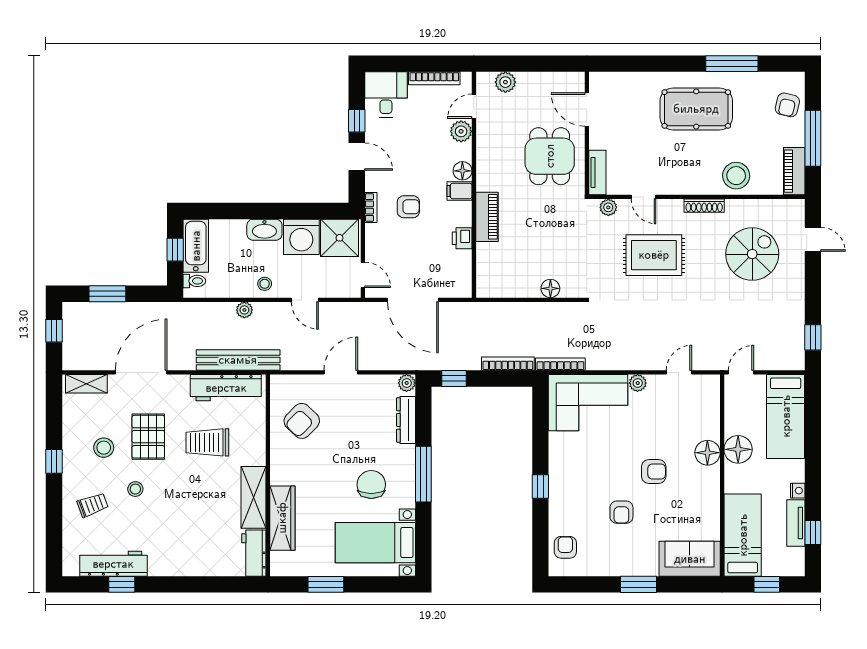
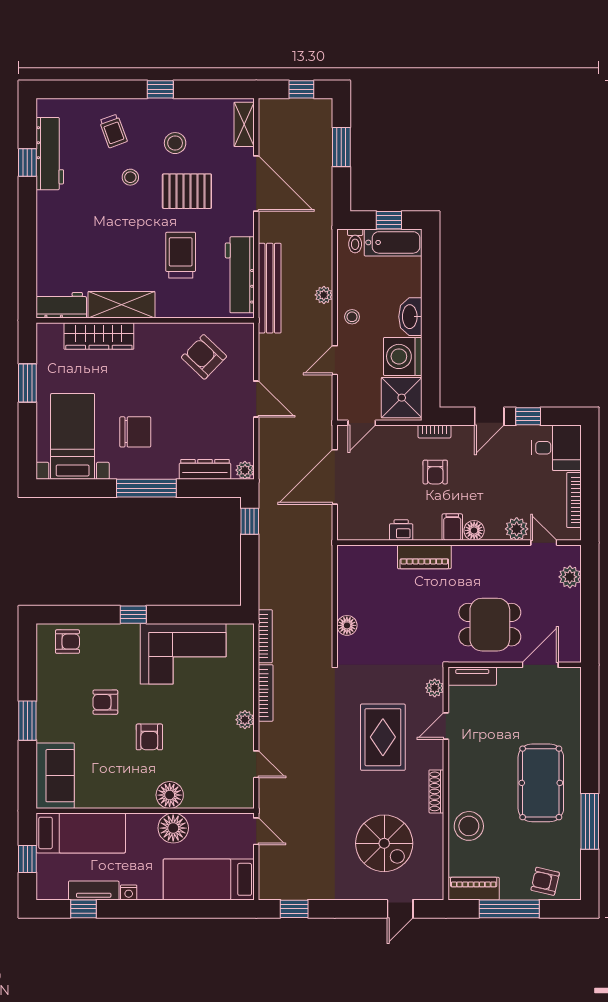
bookcase: (508, 364) -> (266, 693), moved
corner sofa: (588, 403) -> (183, 654), moved, turned -90

